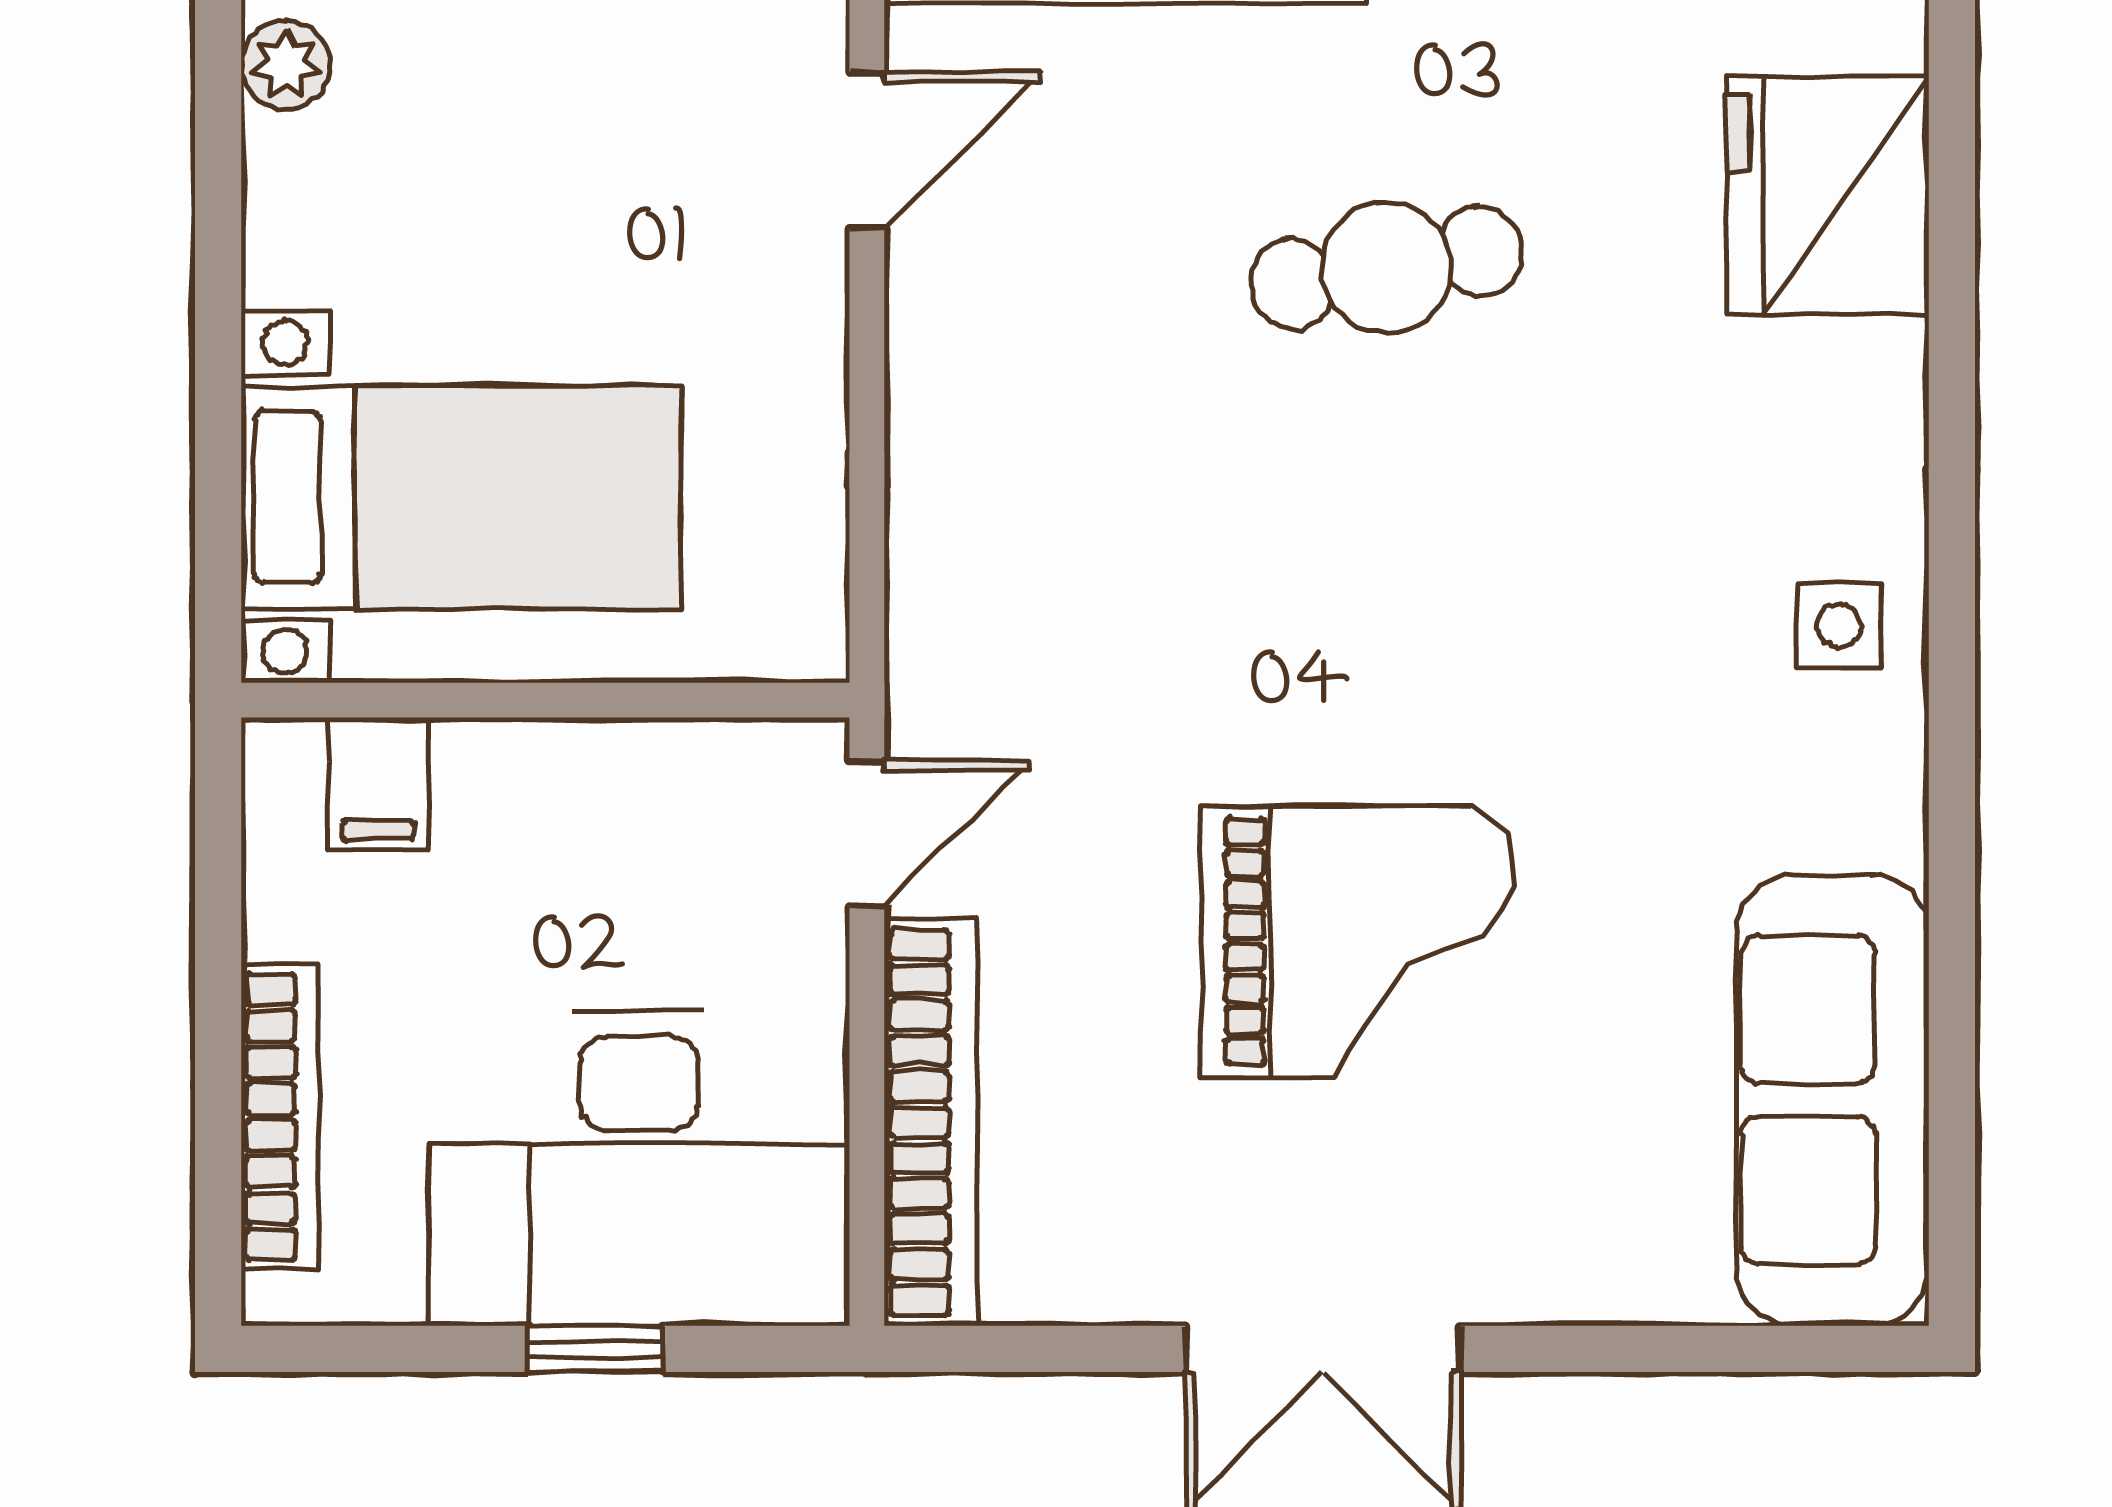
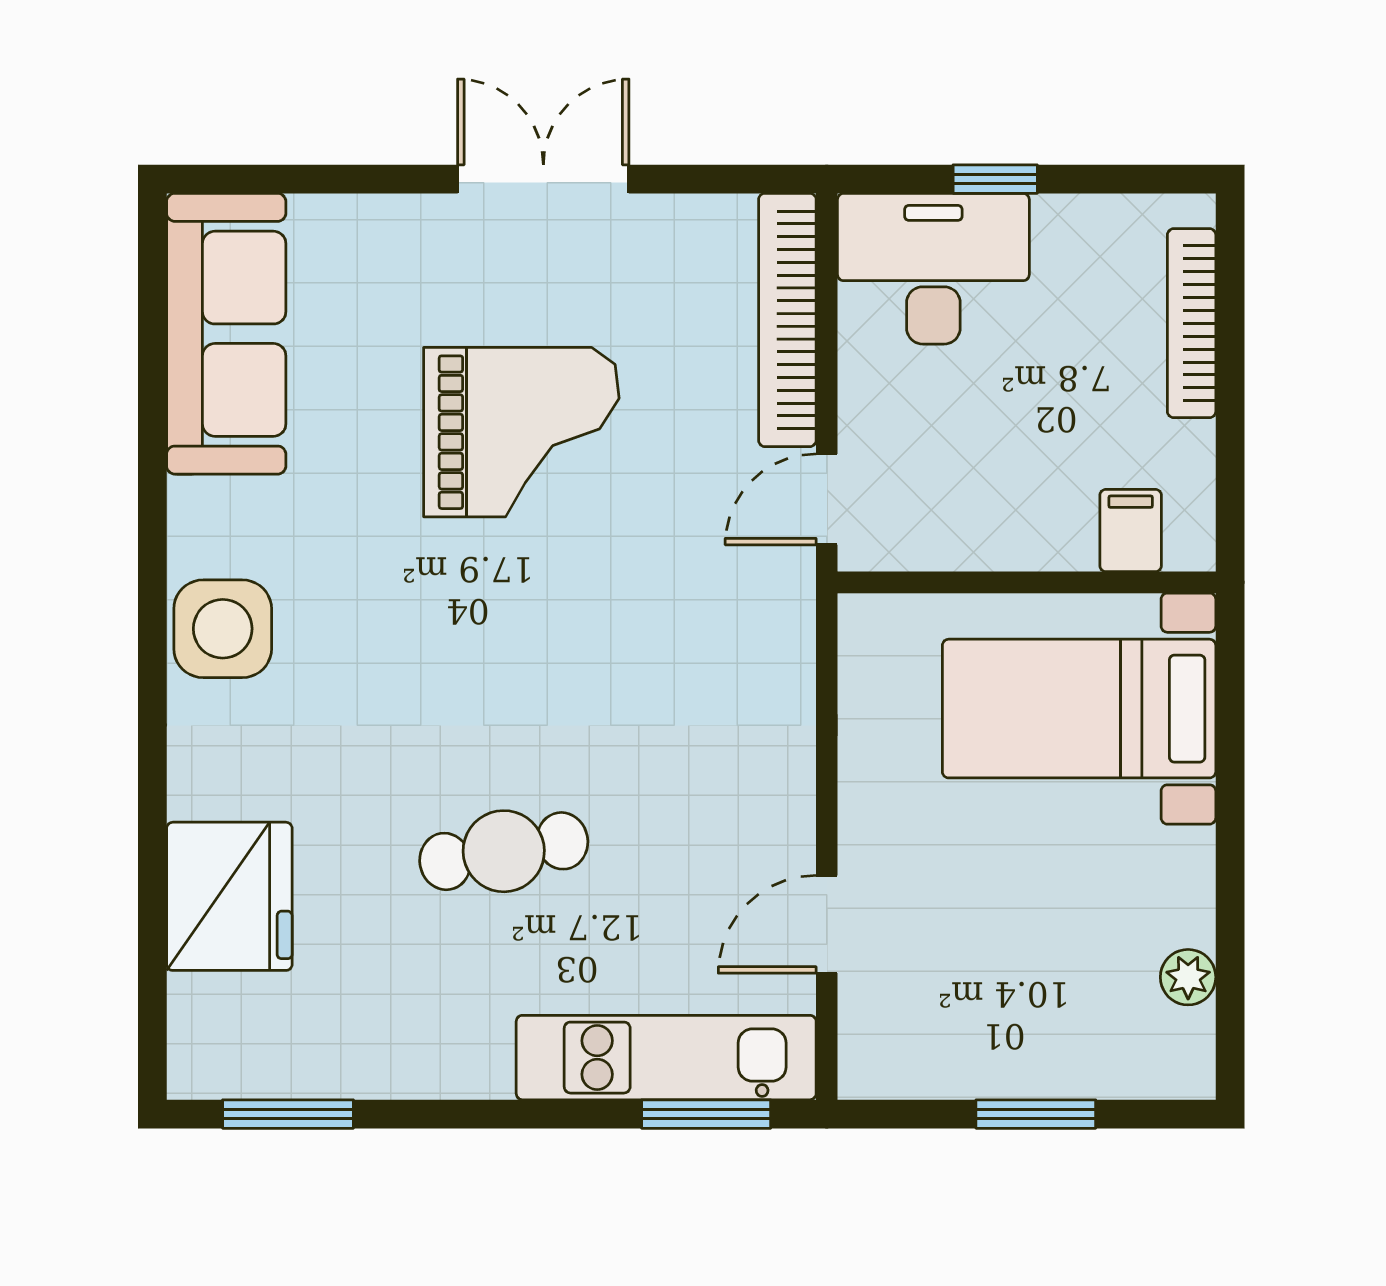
side table: (1839, 625) -> (223, 629), width x1.87, depth x1.87
grand piano: (1358, 942) -> (521, 432), turned 180
desk: (639, 1168) -> (933, 269), width x0.73, depth x0.77

